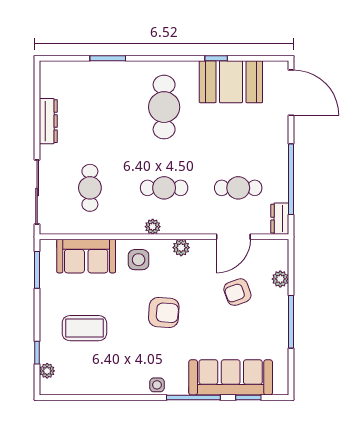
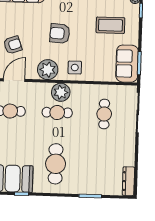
dresser: (48, 121) -> (128, 181), moved
plant: (153, 227) -> (61, 92), width x1.88, depth x1.88
plant: (181, 248) -> (48, 70), width x1.88, depth x1.88
sofa: (86, 256) -> (127, 64), moved, turned -90

